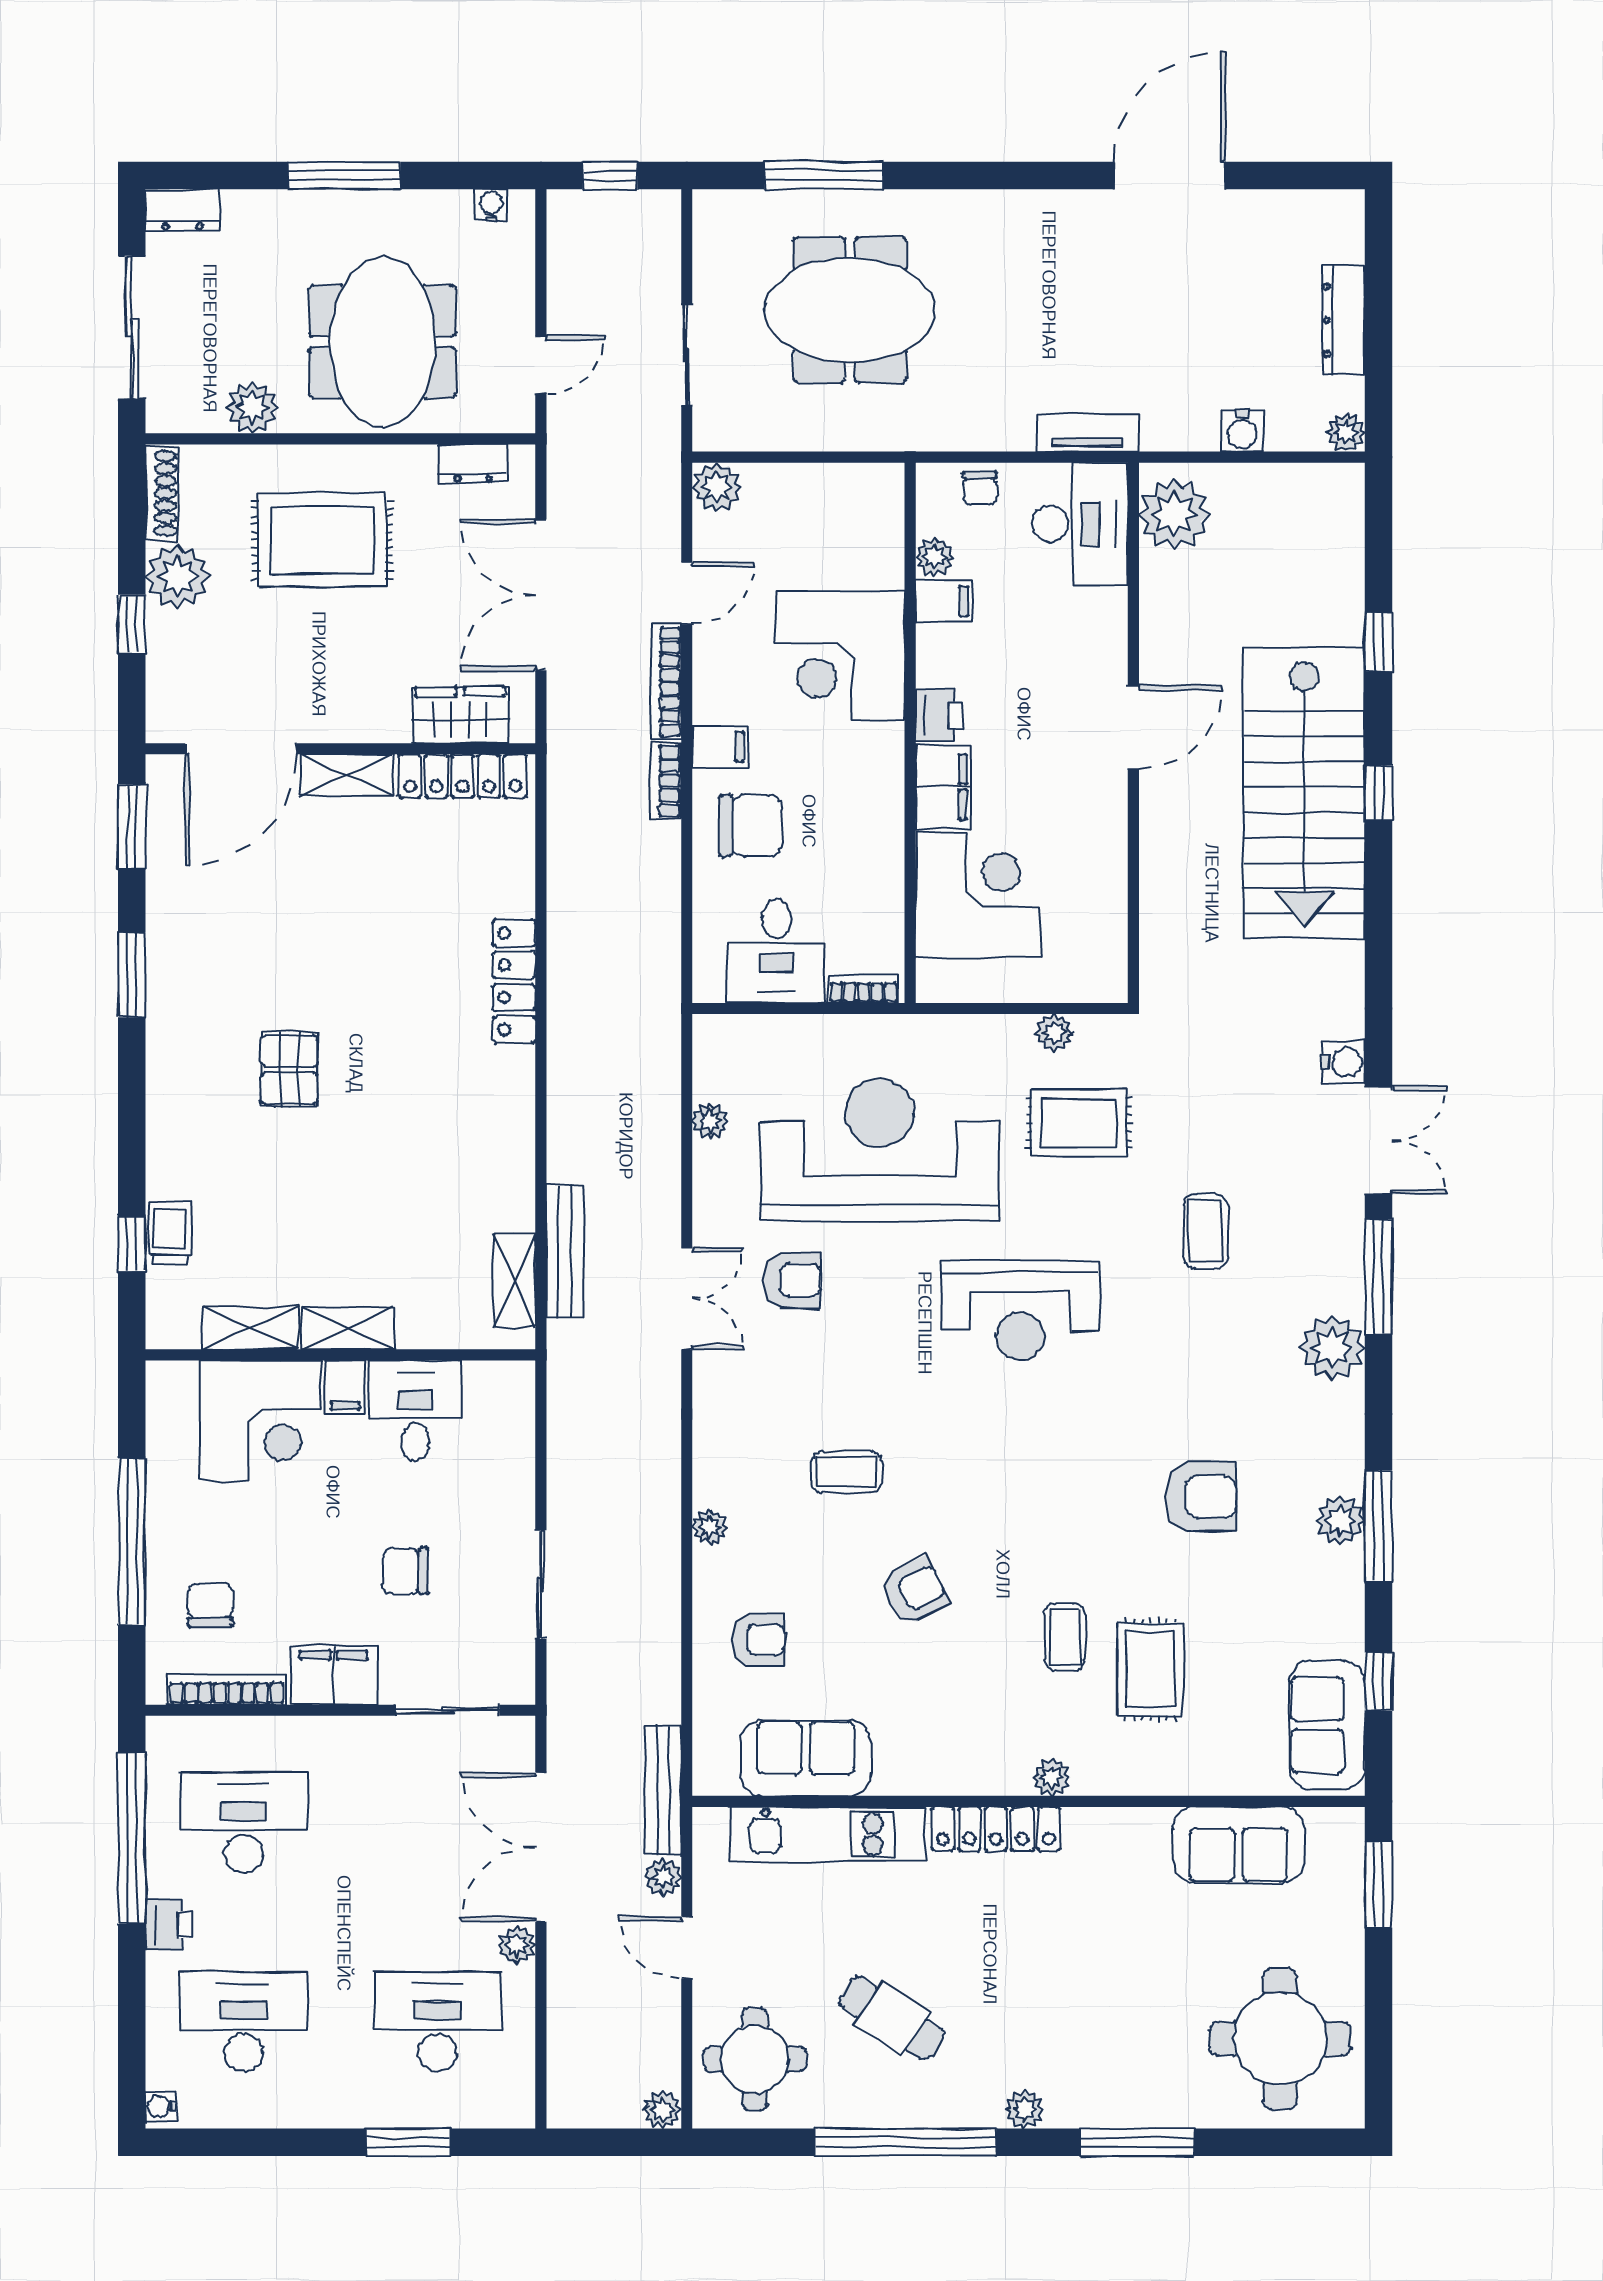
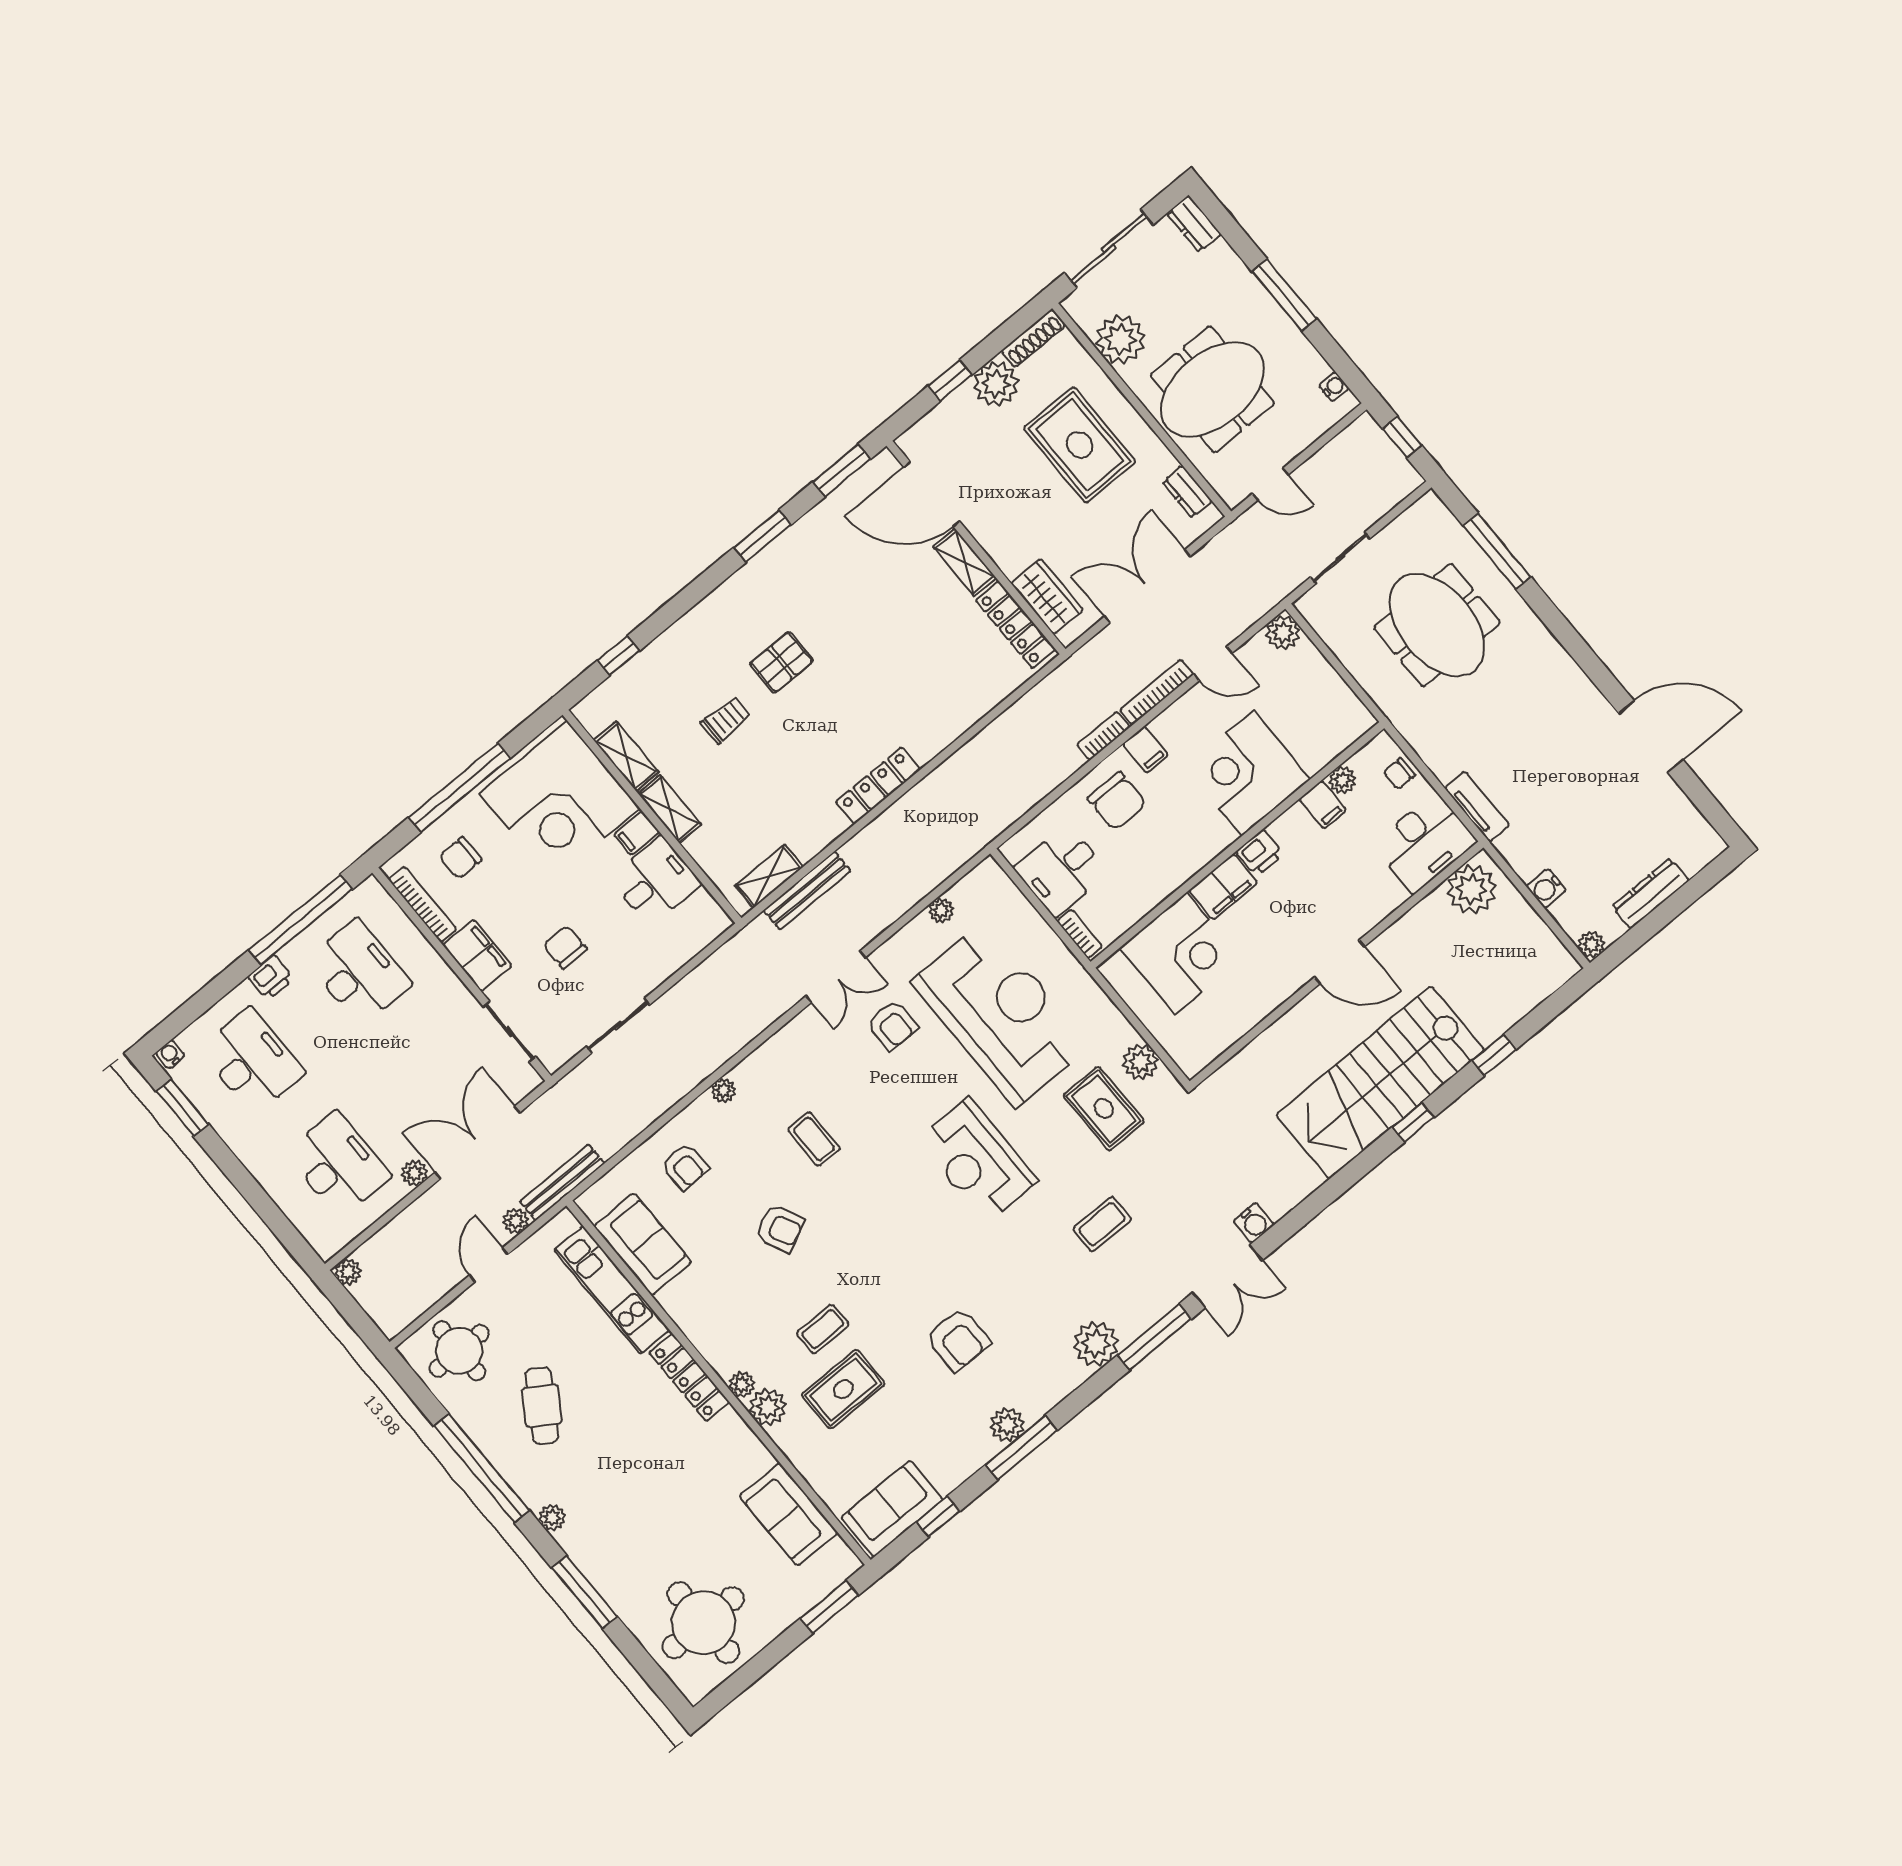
plant: (252, 407) -> (1120, 339), width x1.36, depth x1.36
locker: (514, 981) -> (878, 786), moved
plant: (1054, 1033) -> (1140, 1062), width x1.38, depth x1.38
trolley: (170, 1233) -> (726, 720), moved
corner desk: (261, 1421) -> (560, 801), width x1.36, depth x1.36
chair: (210, 1605) -> (460, 858), turned 180
plant: (1101, 1769) -> (768, 1407), added
plant: (663, 2110) -> (348, 1272), moved
window: (409, 2142) -> (182, 1108), moved

